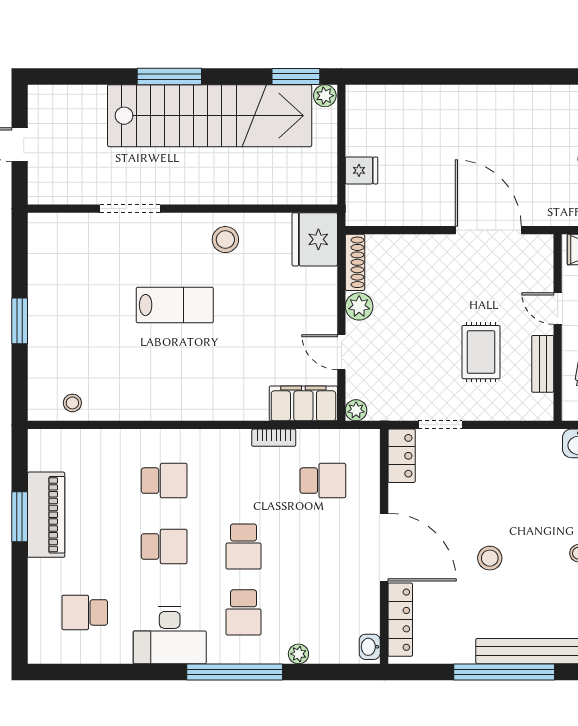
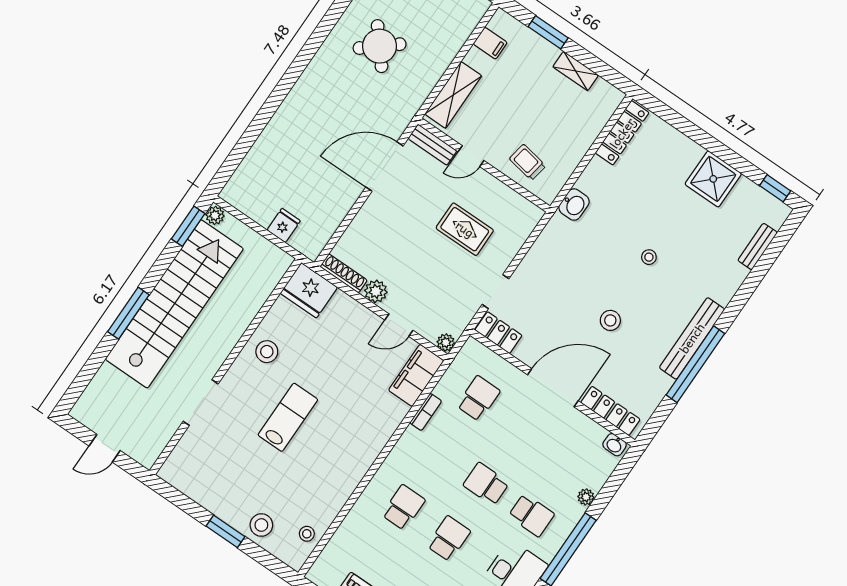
stool: (50, 352) -> (261, 525), added
bench: (543, 364) -> (432, 145), moved
school desk: (243, 546) -> (486, 484), turned 180

